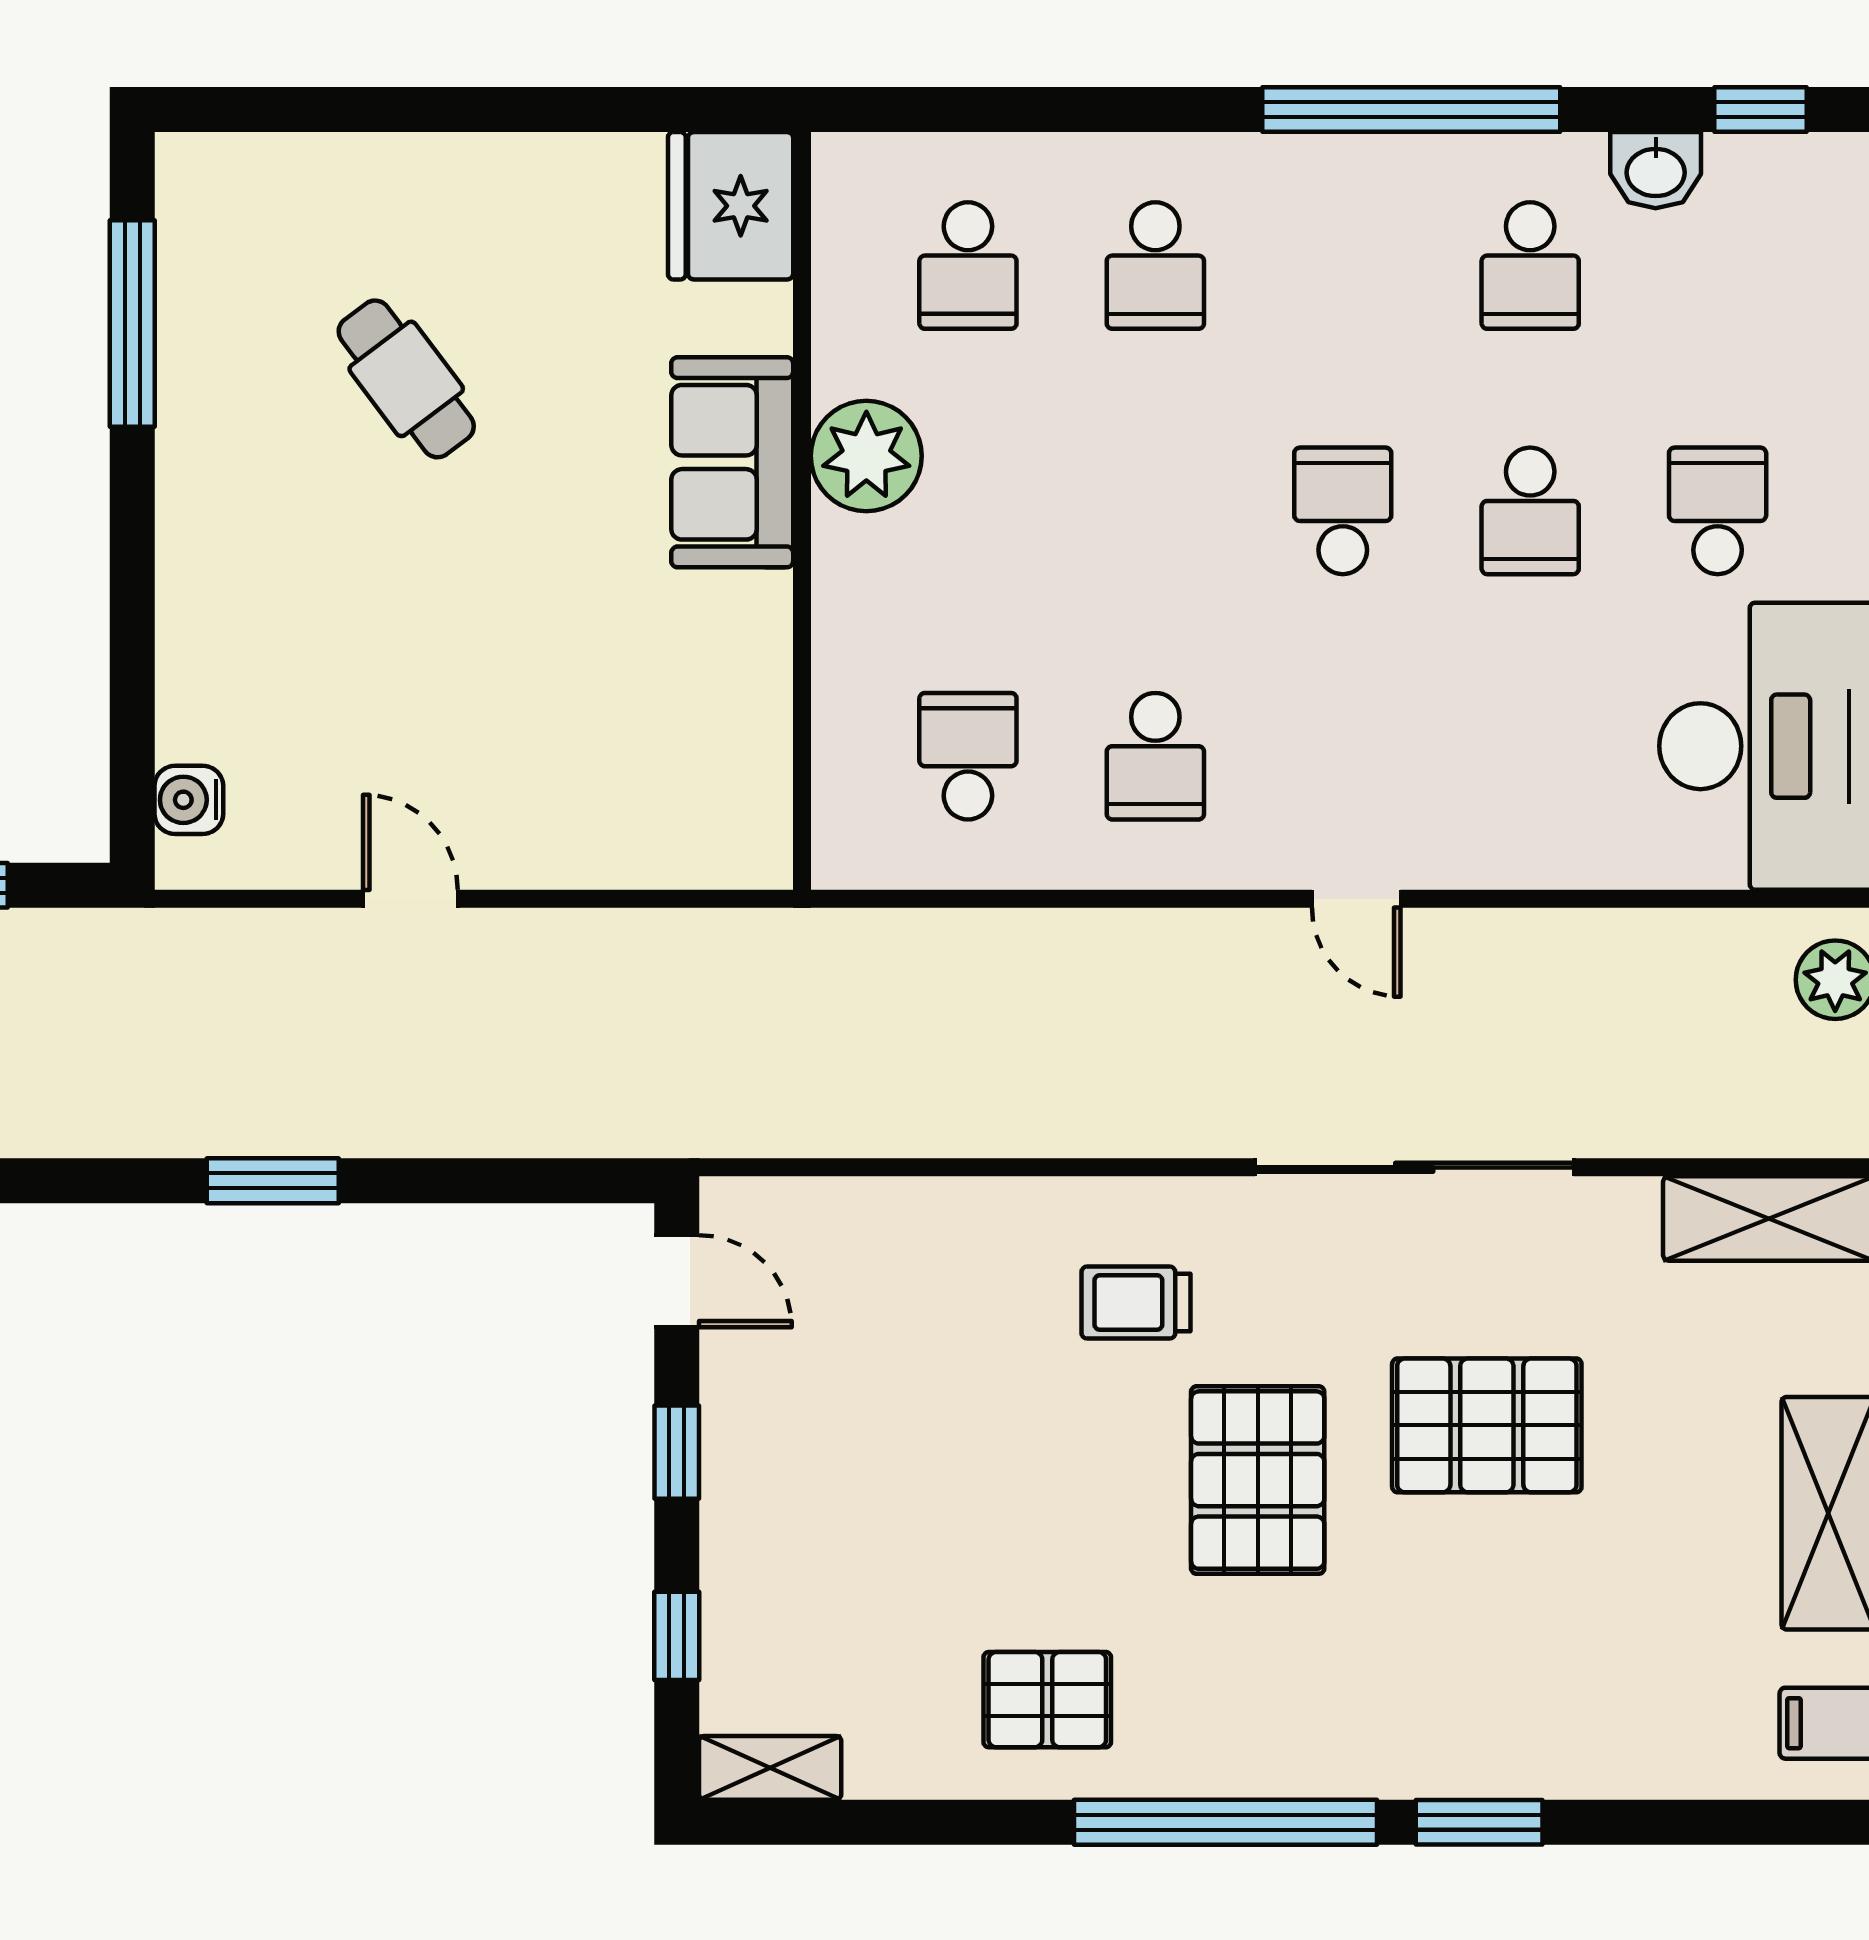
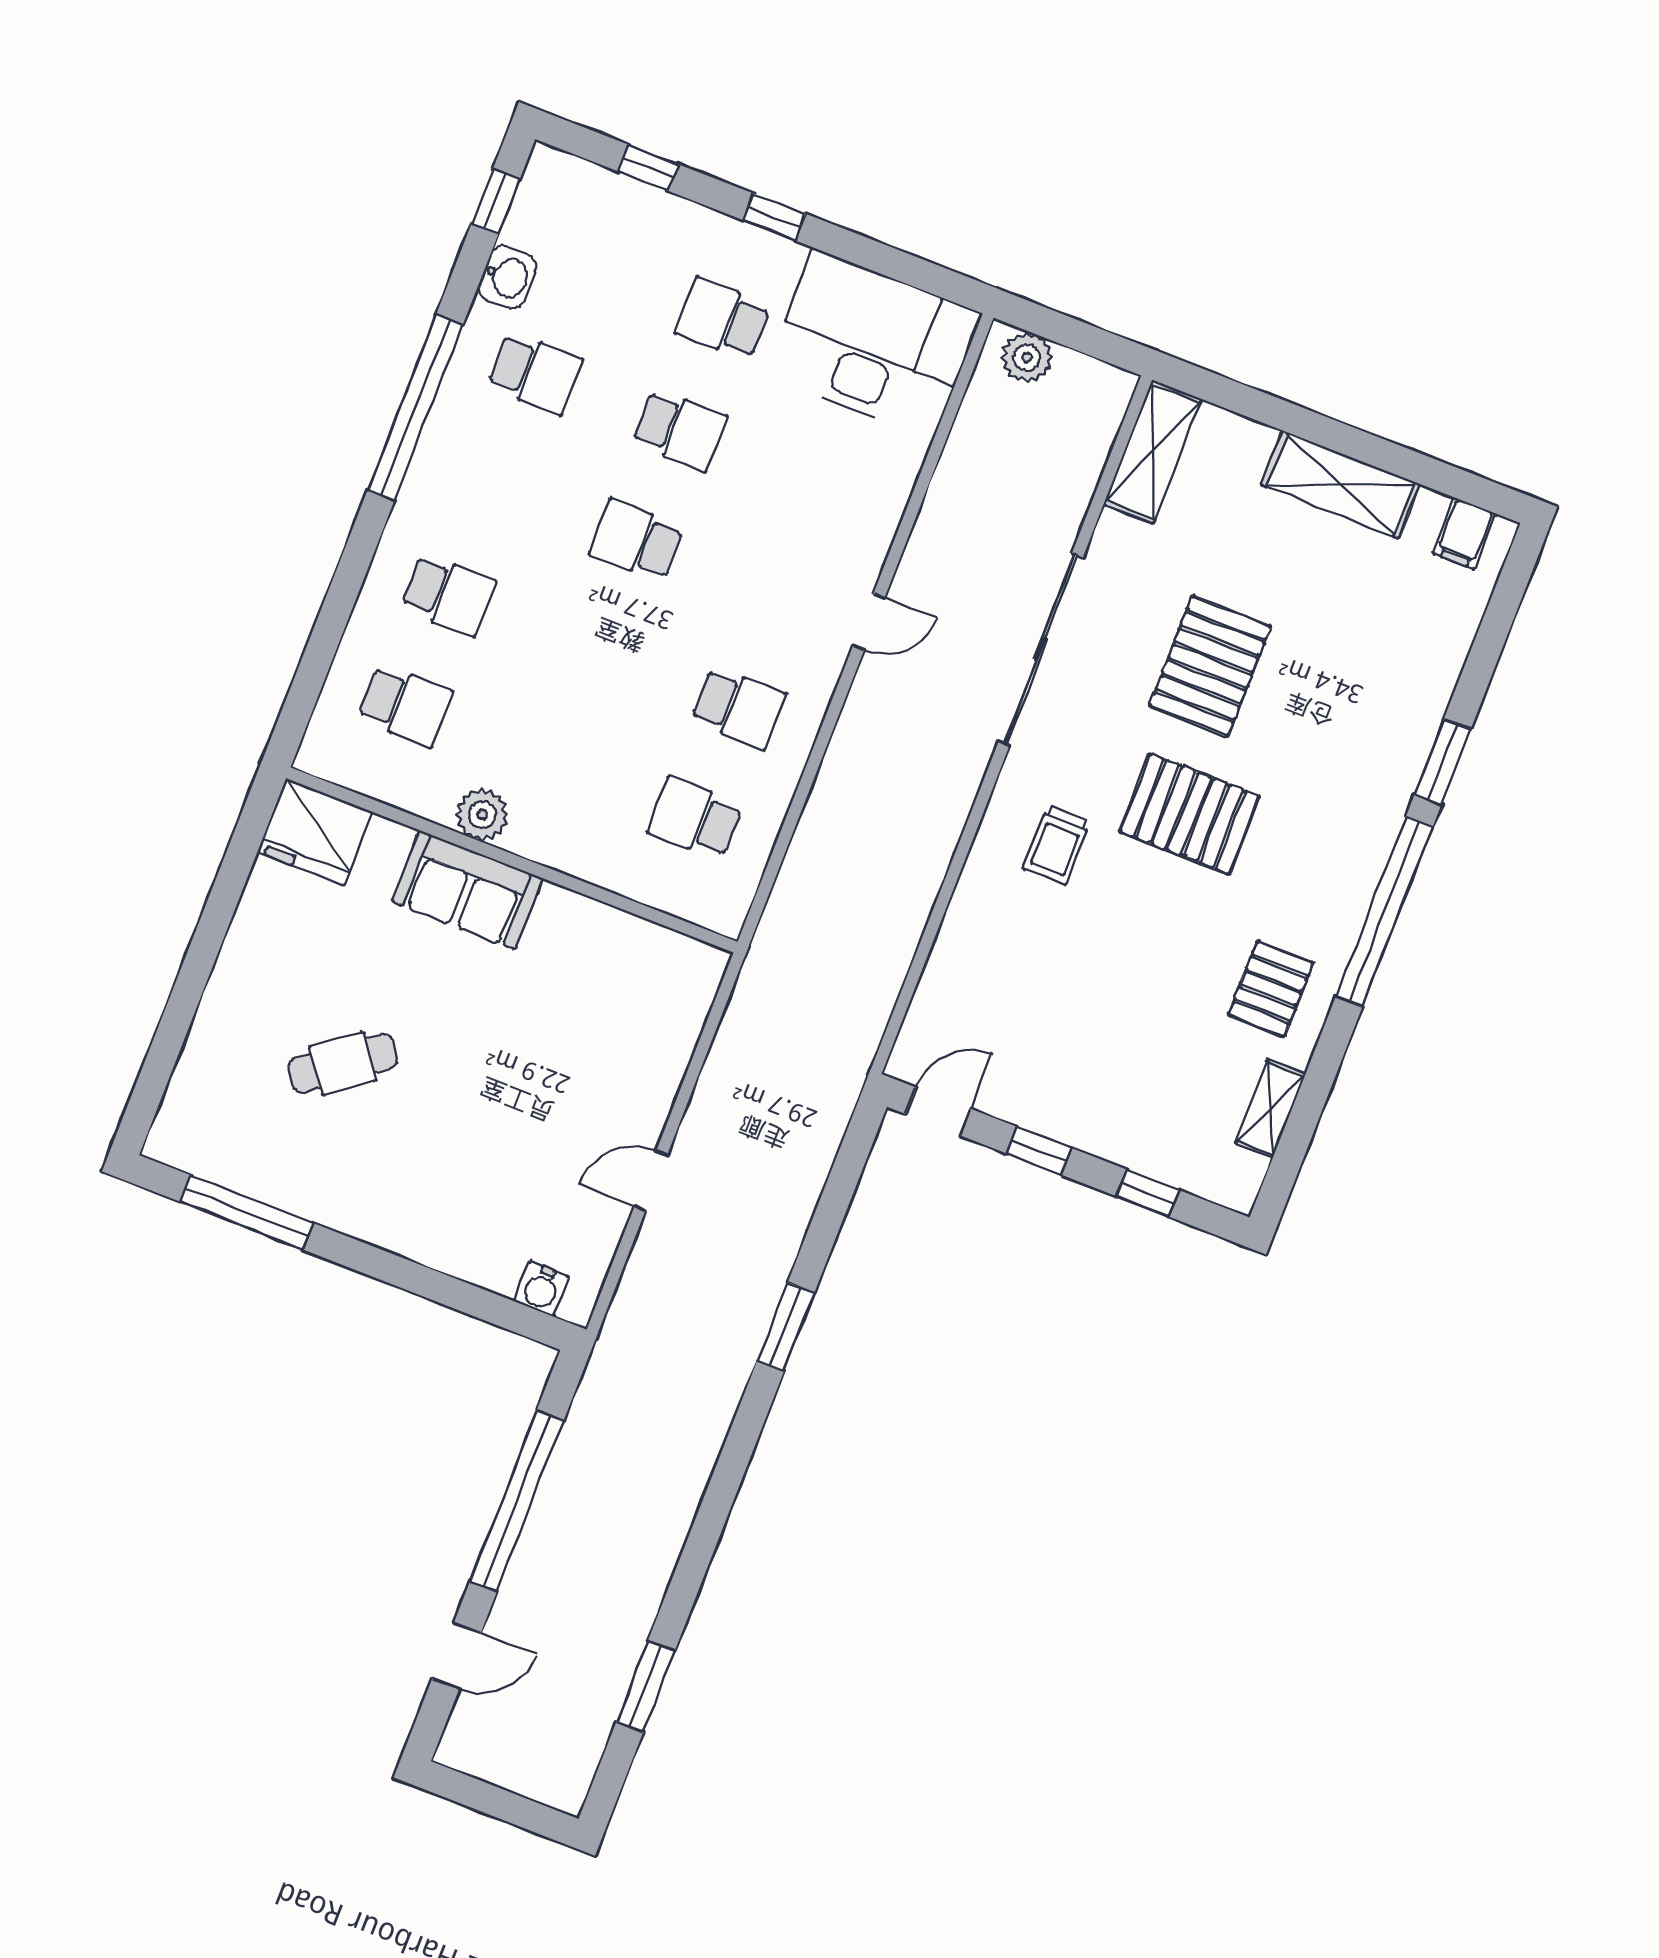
plant: (866, 456) -> (482, 815), width x0.73, depth x0.73
shelving: (770, 1768) -> (1270, 1108), moved

